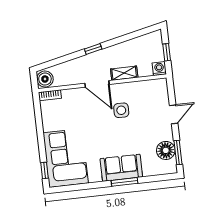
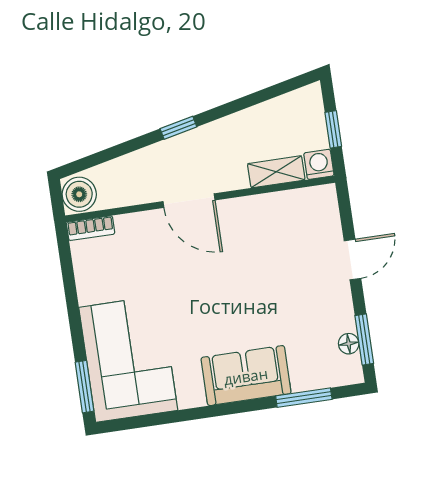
shelving: (124, 73) -> (276, 172), moved
side table: (121, 110) -> (242, 255), removed
floor lamp: (166, 150) -> (349, 344), width x0.53, depth x0.53
window: (44, 170) -> (84, 387), width x1.50
window: (125, 182) -> (304, 398), moved

